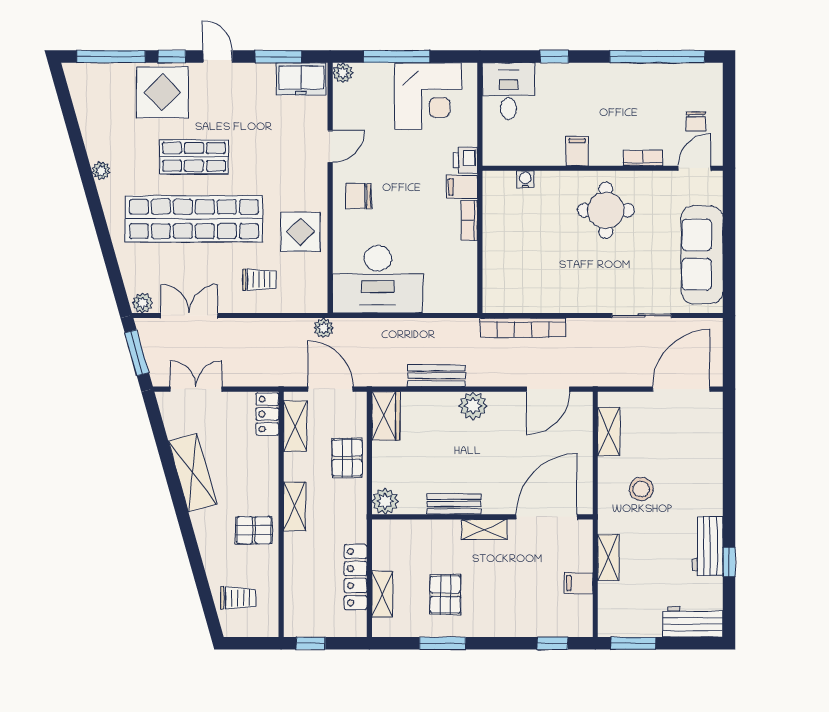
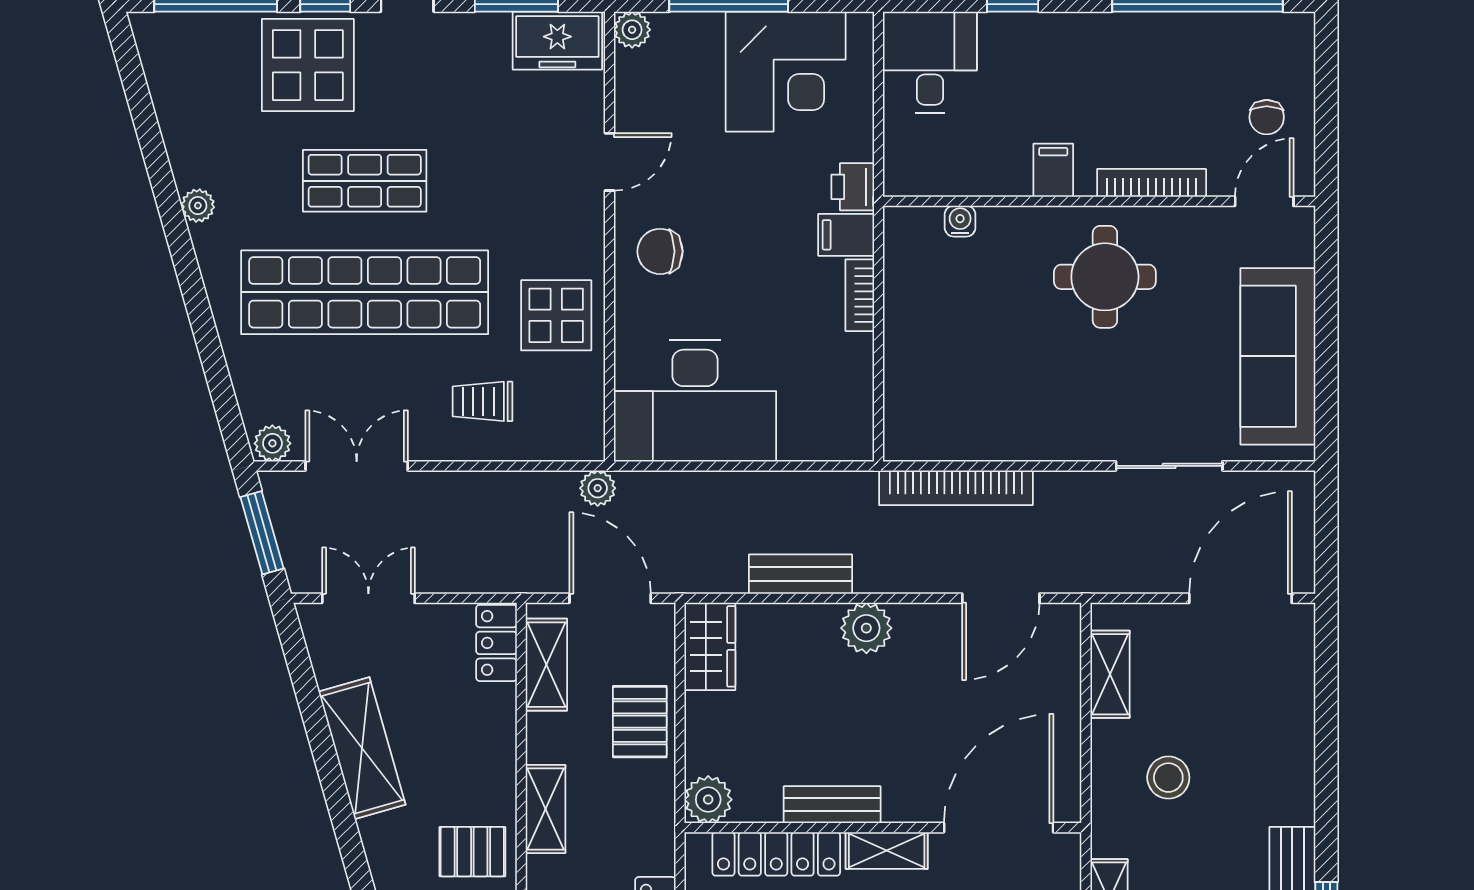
bookcase: (643, 158) -> (1152, 183), width x1.56
trolley: (259, 280) -> (482, 401), turned 180
locker: (423, 531) -> (776, 854), added

